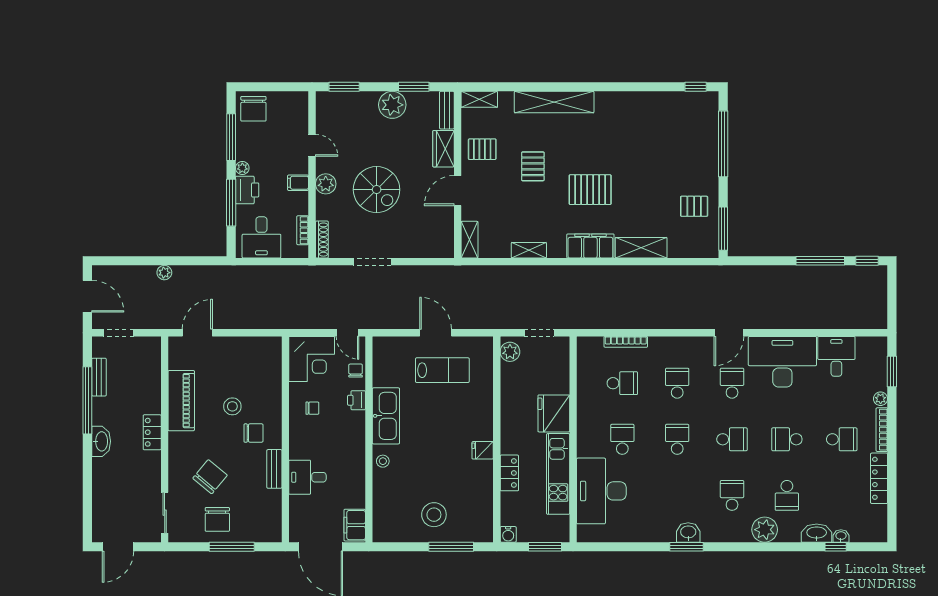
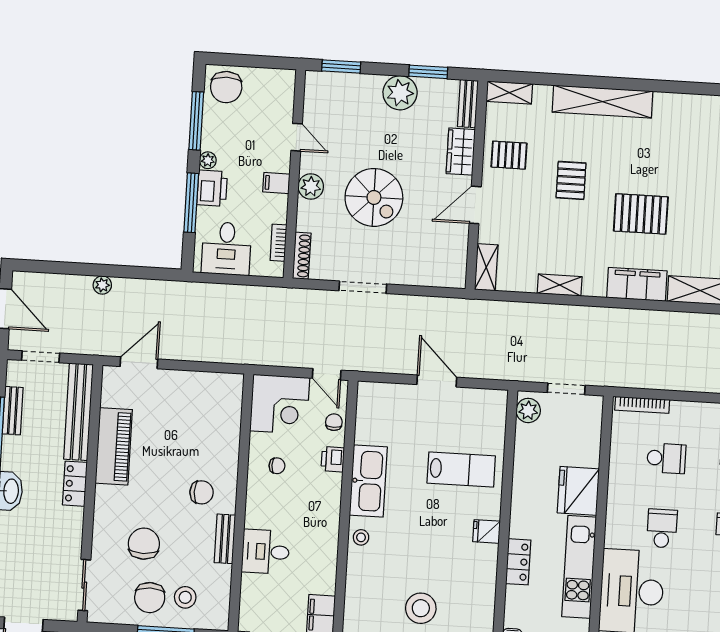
bookcase: (626, 342) -> (642, 405), moved
lab bench: (442, 370) -> (461, 470), moved
bench: (151, 375) -> (78, 412), added
stool: (232, 406) -> (185, 597), moved
chair: (210, 477) -> (144, 544), turned -40

